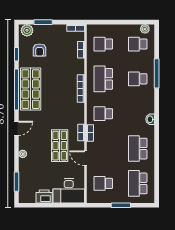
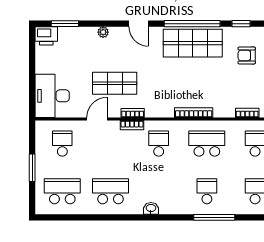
printer: (44, 196) -> (46, 36), moved, turned 90

